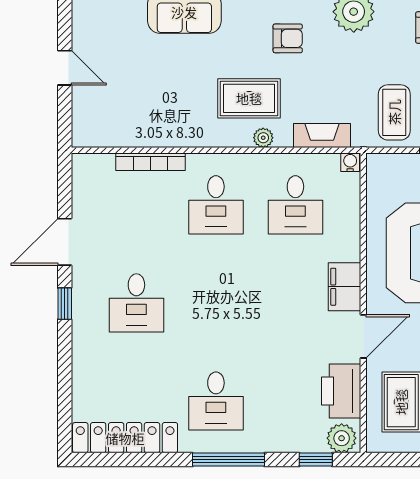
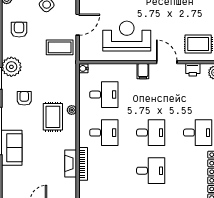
fireplace: (322, 135) -> (71, 163), moved
filing cabinet: (345, 287) -> (143, 71), width x0.50
desk: (216, 303) -> (151, 133), added
printer: (341, 391) -> (193, 70), width x0.53, depth x0.68

